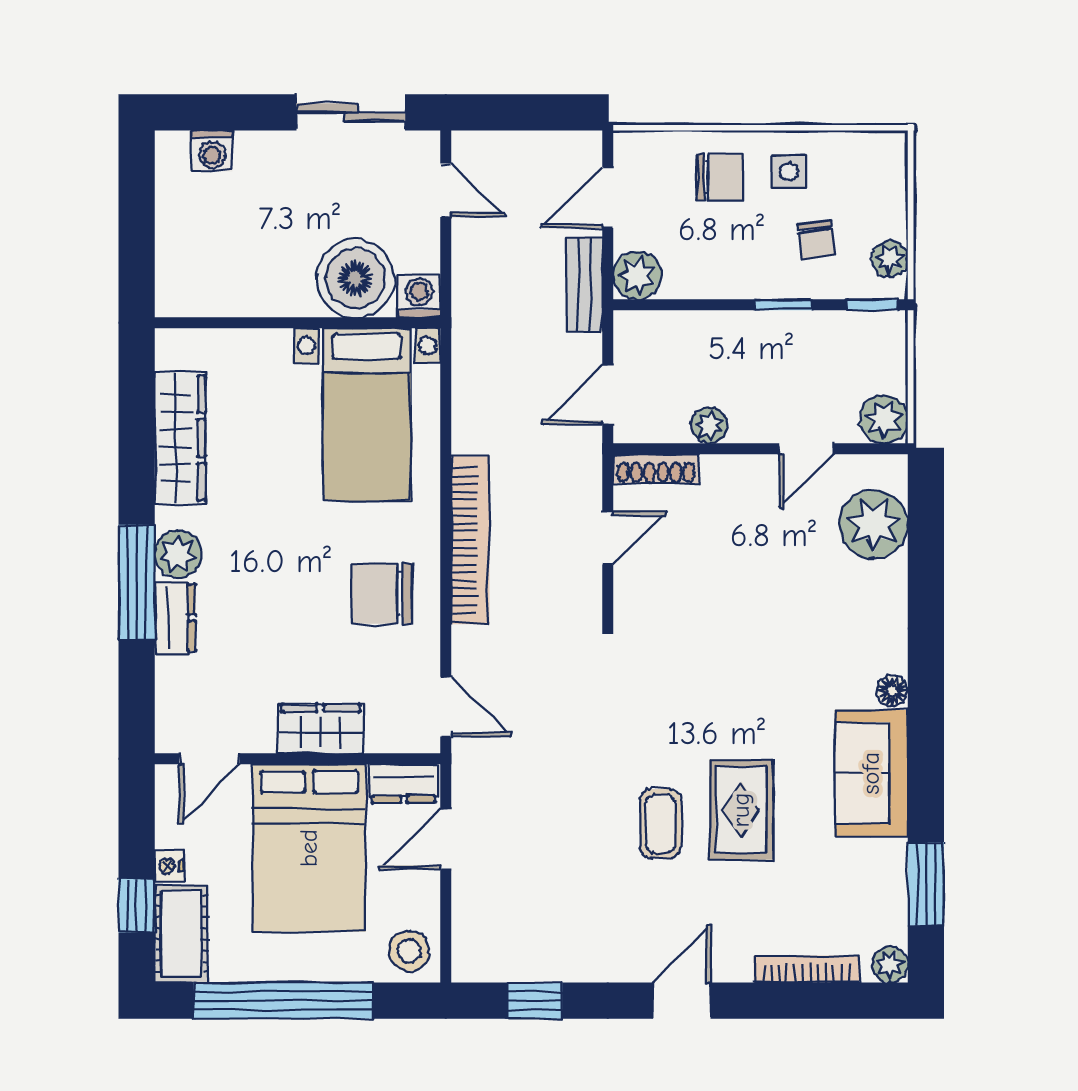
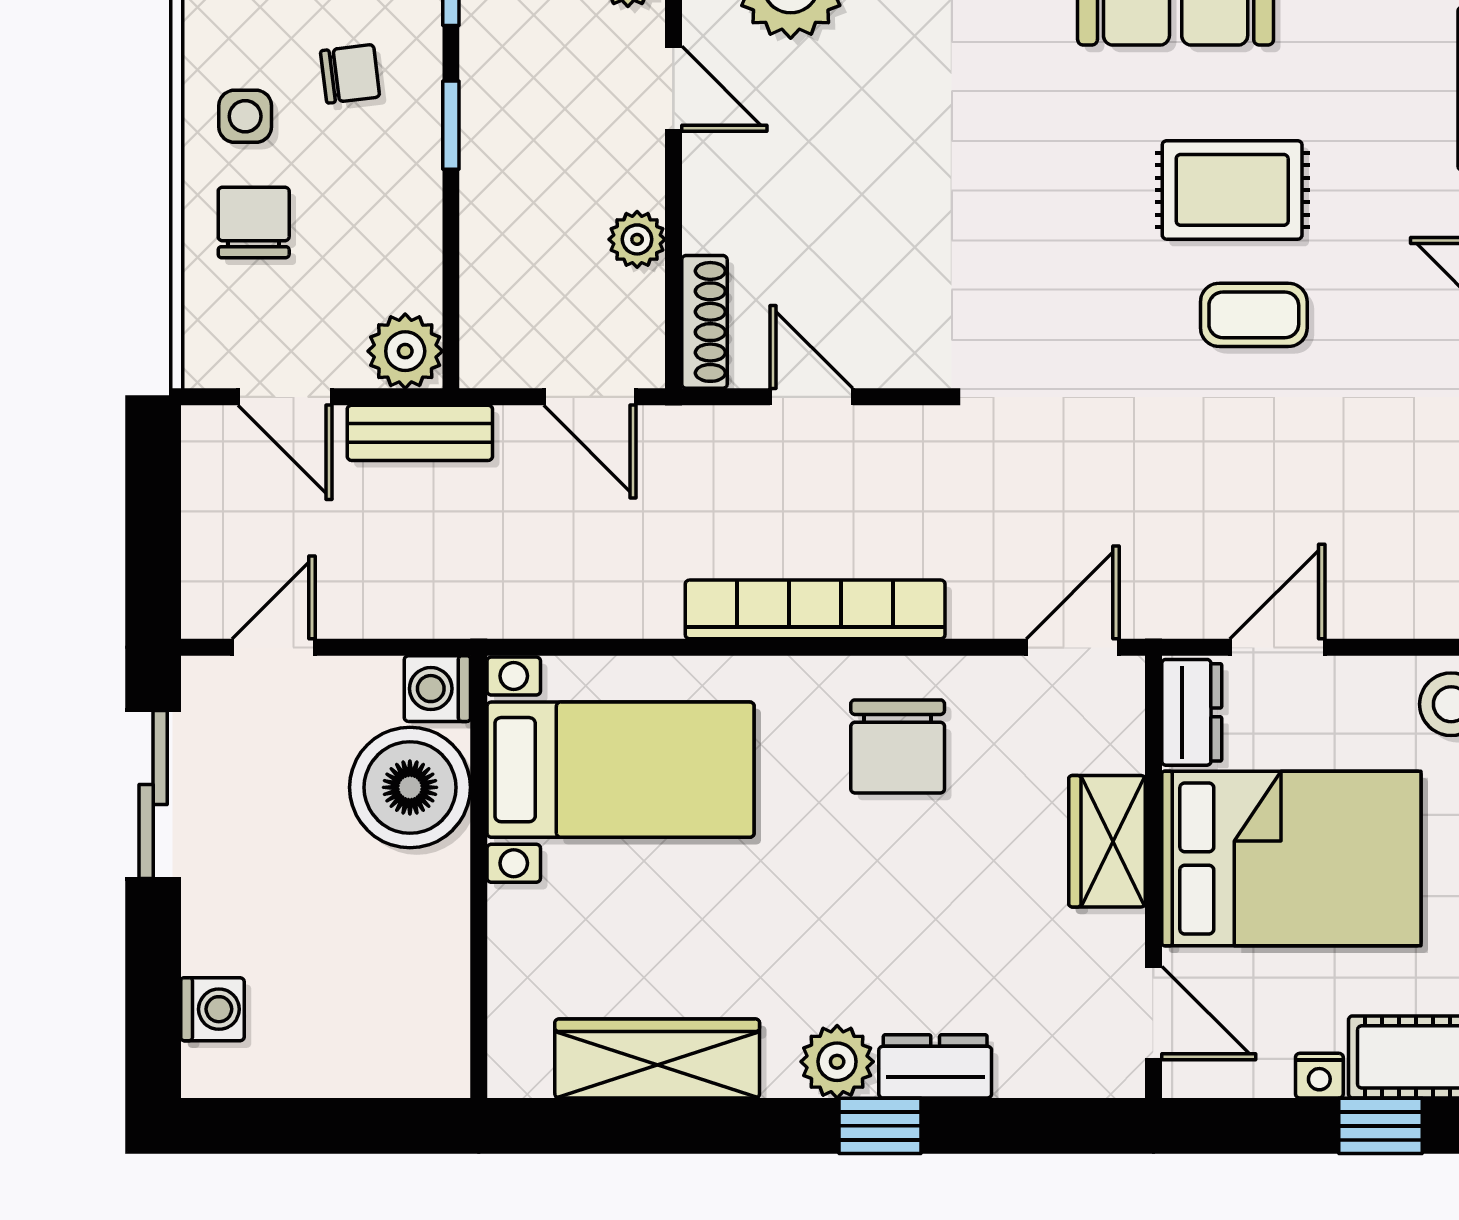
window: (137, 582) -> (880, 1126), width x0.46
door: (446, 839) -> (1277, 647), swing flipped

